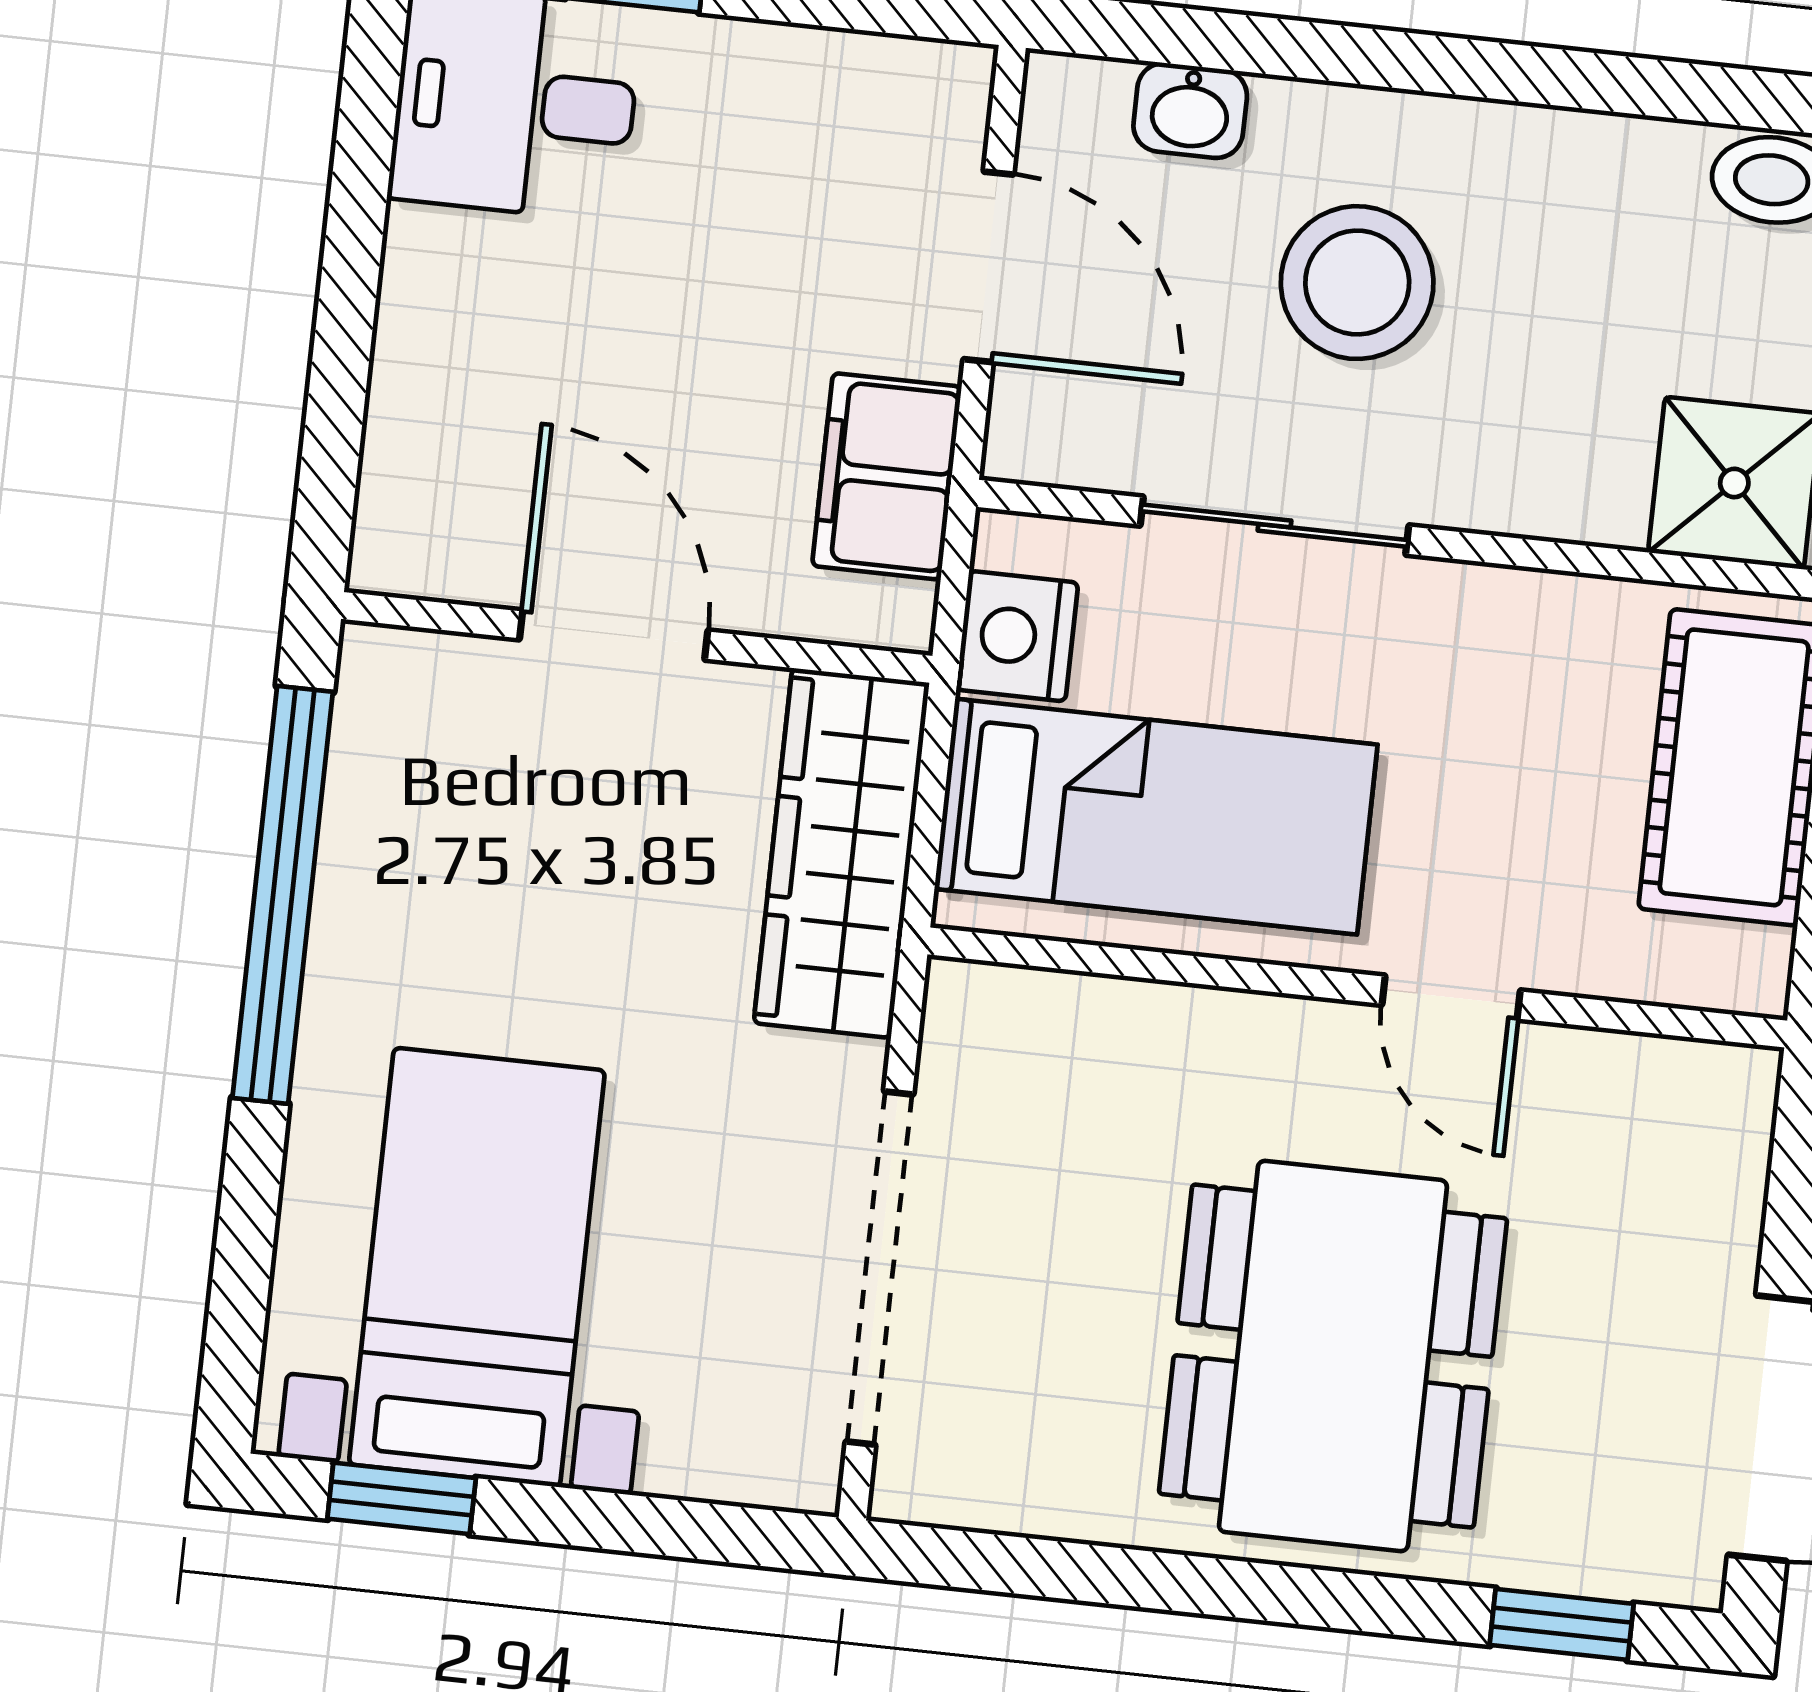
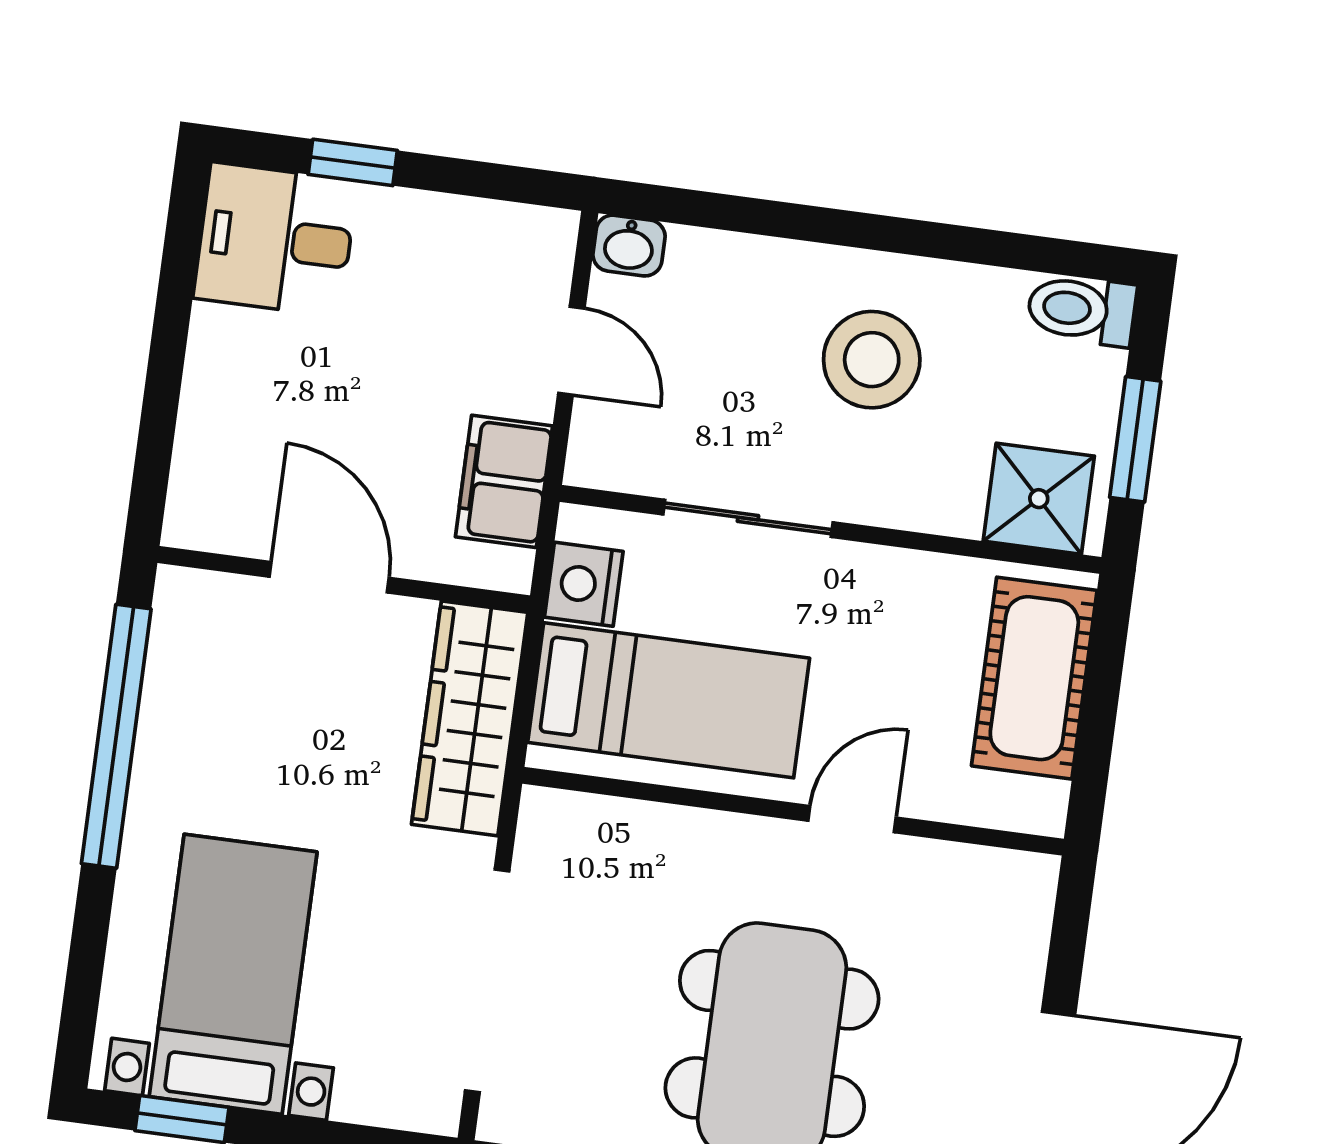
washbasin: (1190, 111) -> (629, 246), moved
door: (988, 267) -> (571, 351), width x0.73
stool: (1357, 283) -> (872, 360), moved
door: (1451, 998) -> (852, 819), swing flipped

